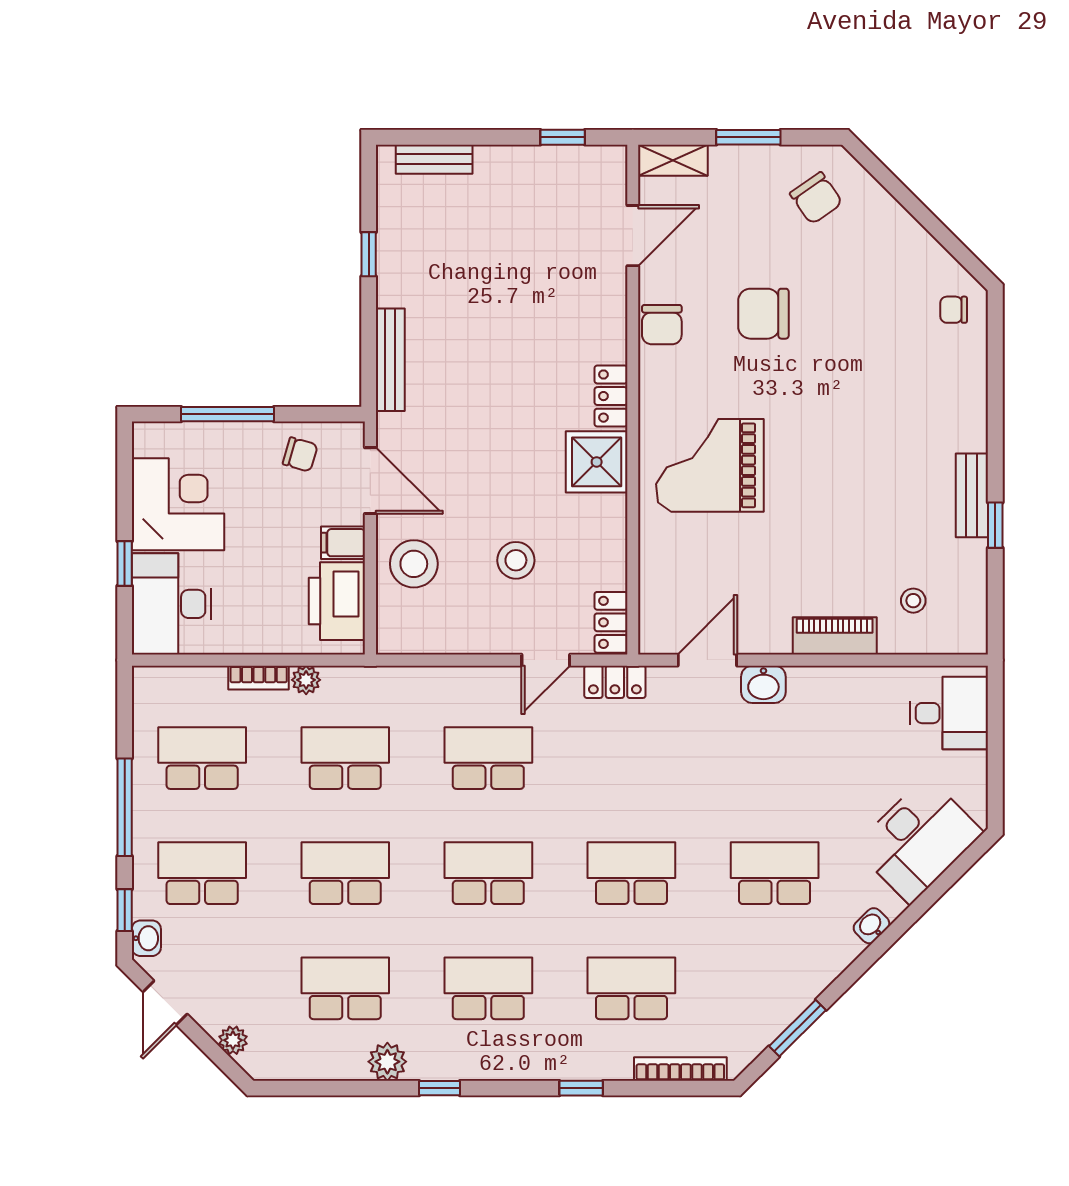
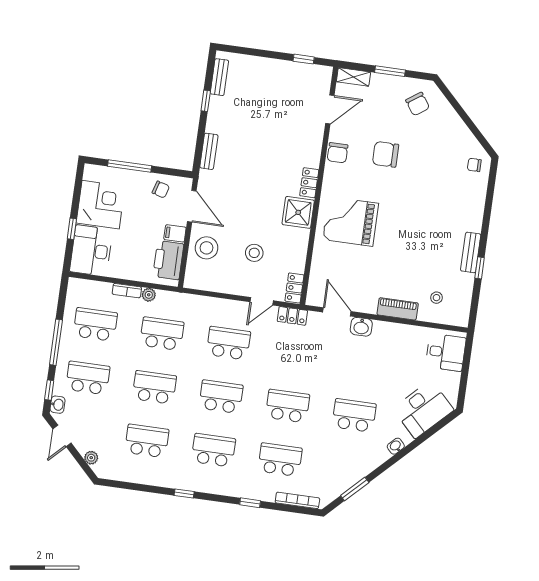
bench: (434, 159) -> (219, 77), moved, turned 90
bench: (390, 360) -> (209, 151), width x0.73
door: (707, 660) -> (337, 312), hinge flipped
plant: (387, 1062) -> (162, 478), removed

